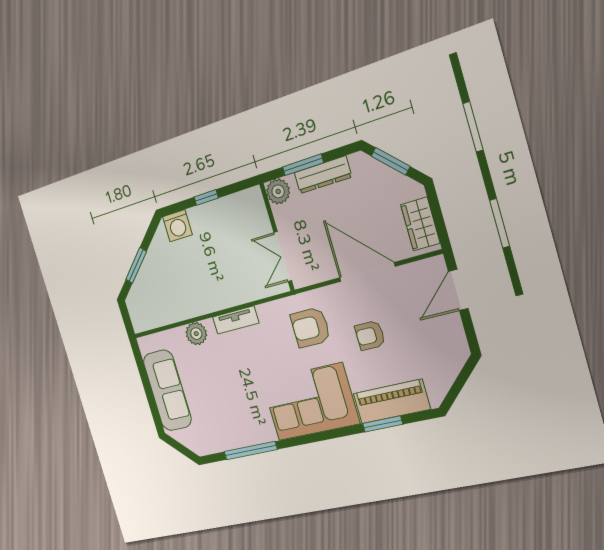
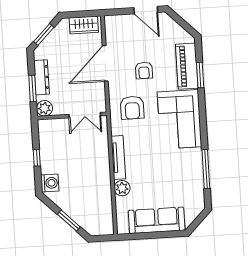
door: (458, 290) -> (146, 10), moved
tv unit: (236, 320) -> (118, 157), width x1.41

